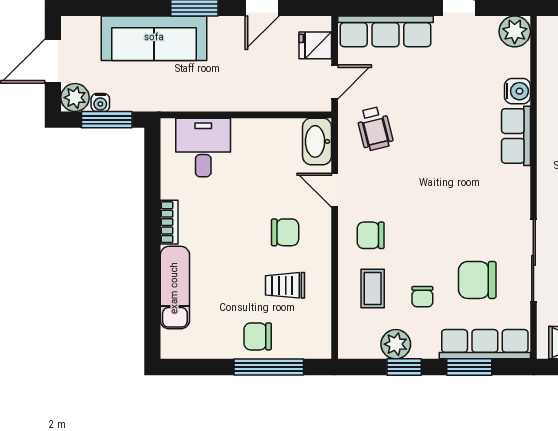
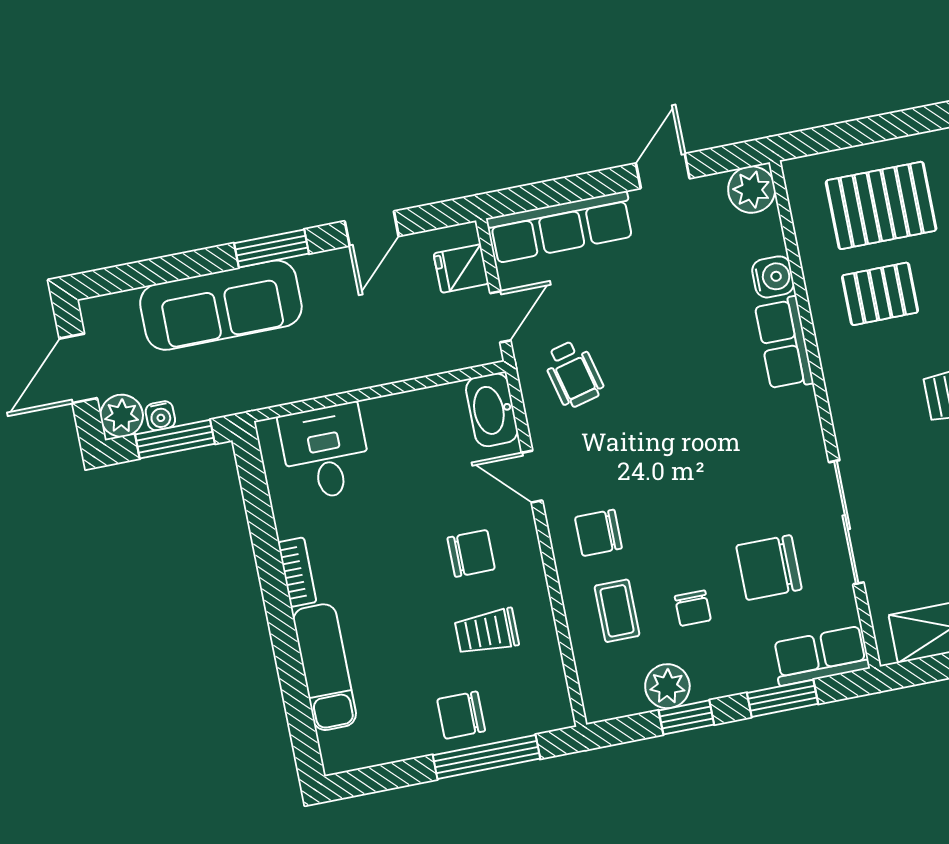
row of seats: (485, 344) -> (821, 656), width x0.68

